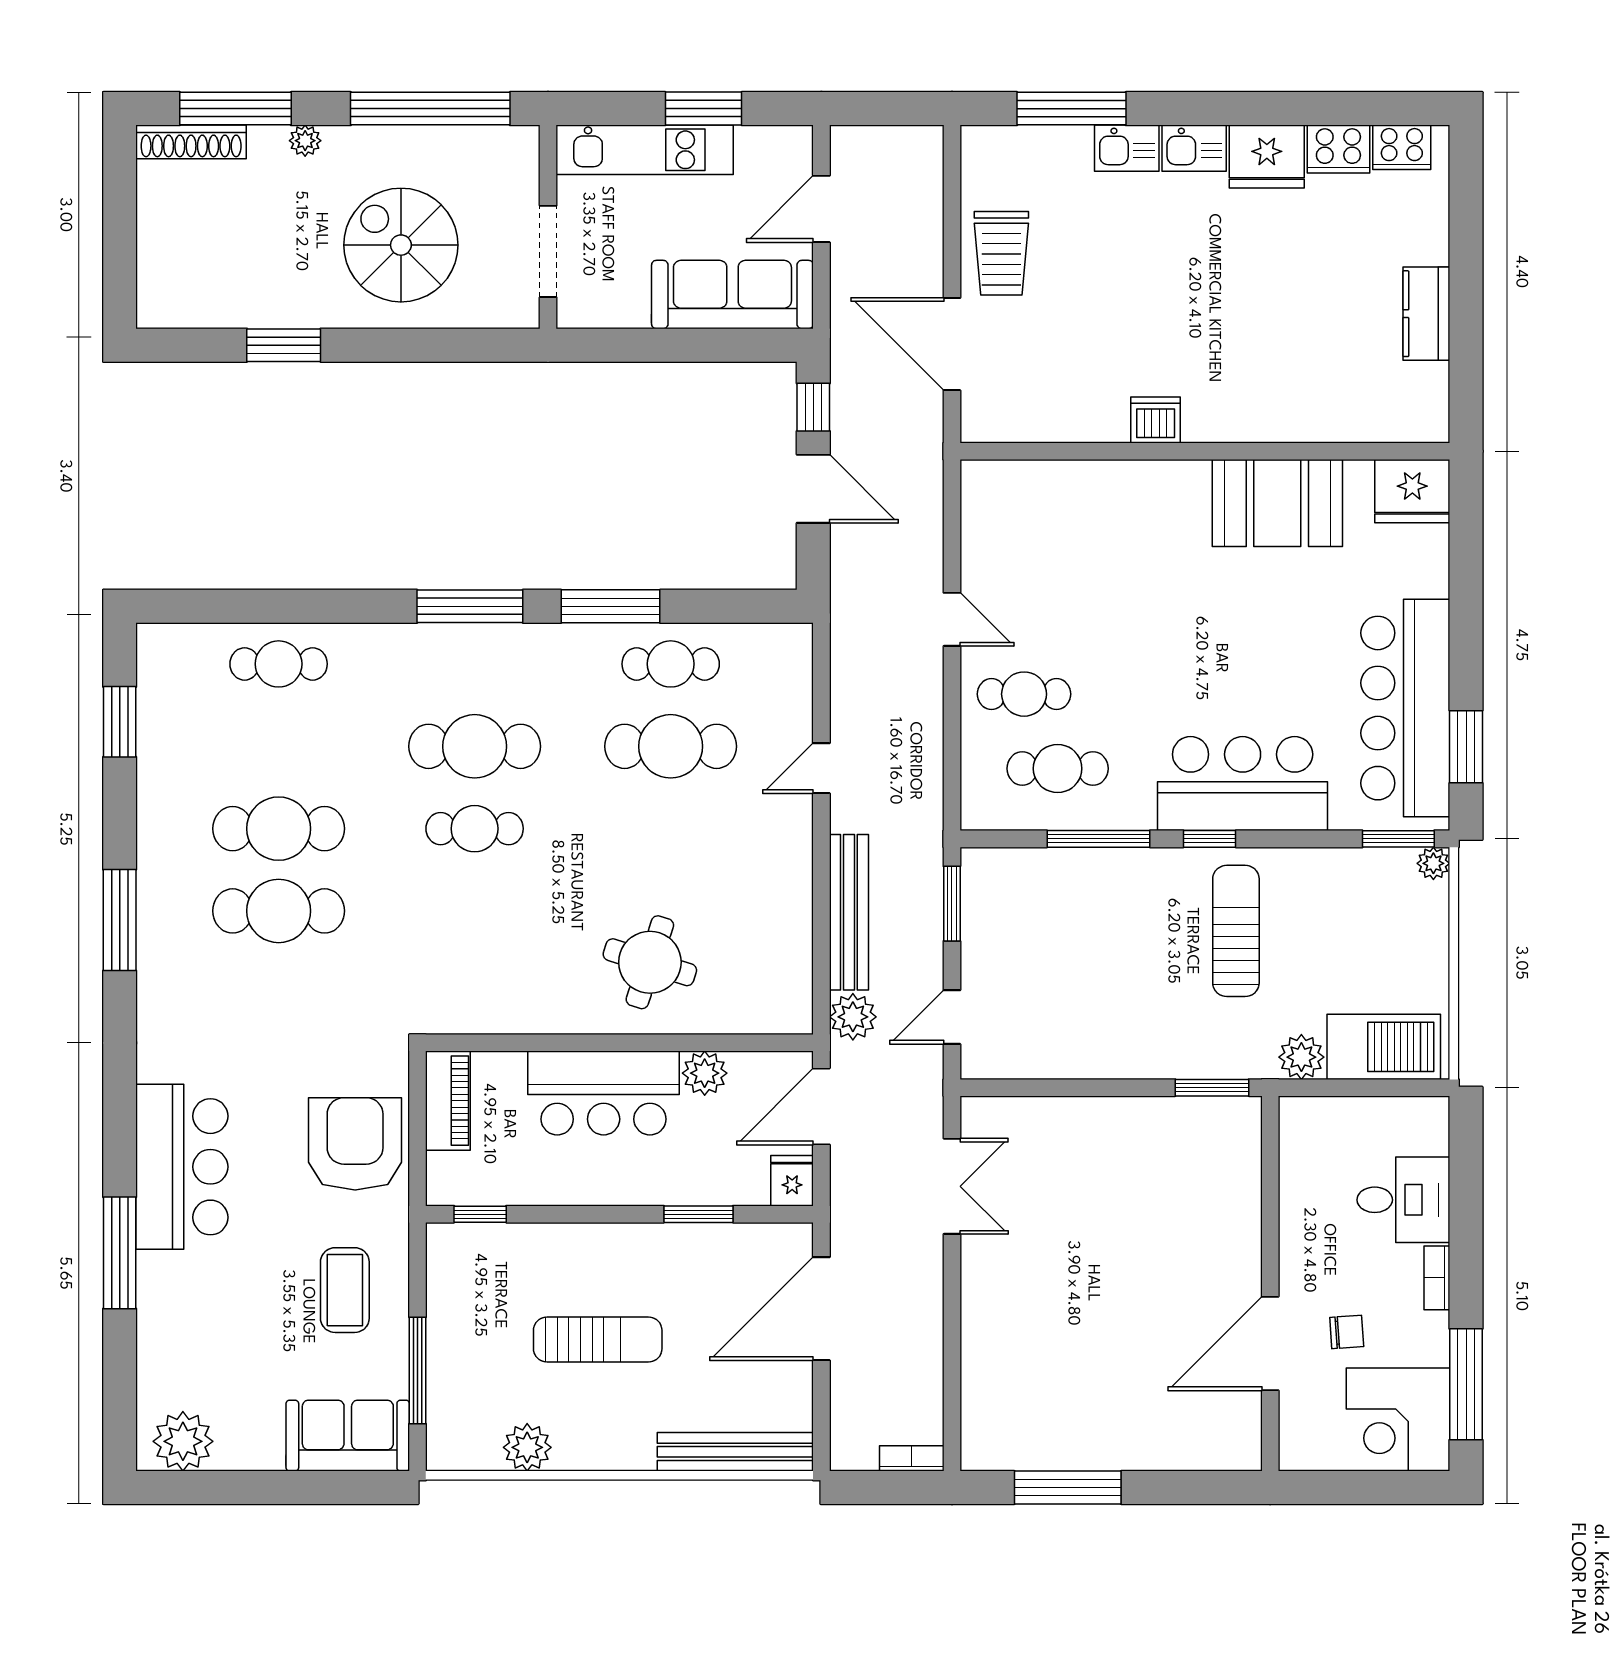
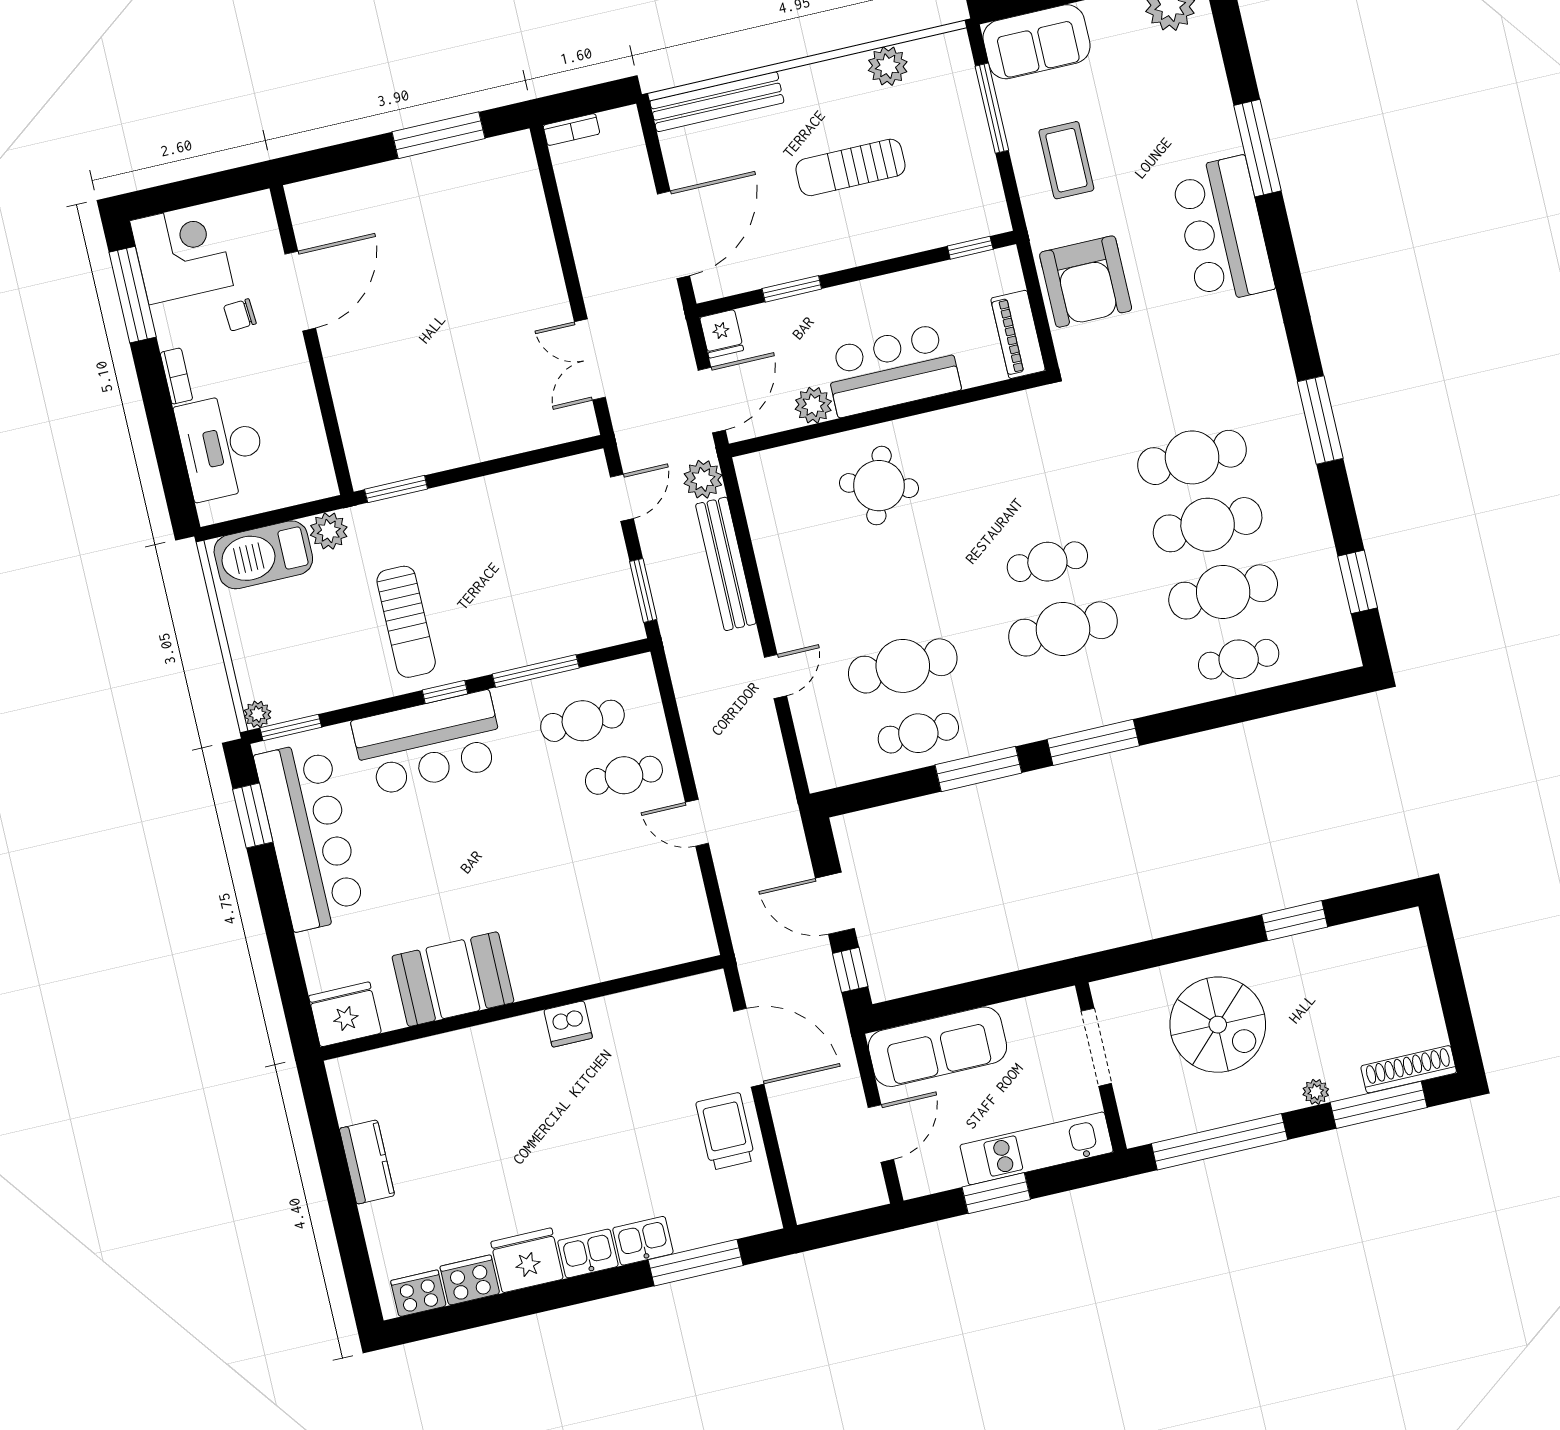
cafe table: (279, 746) -> (1223, 592), added
desk: (1403, 1200) -> (222, 447), width x1.37

